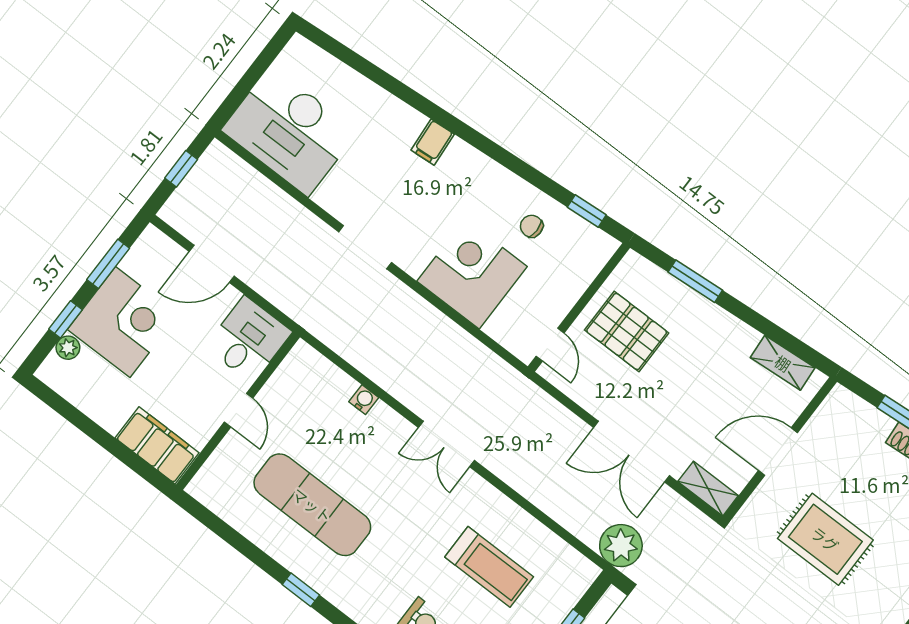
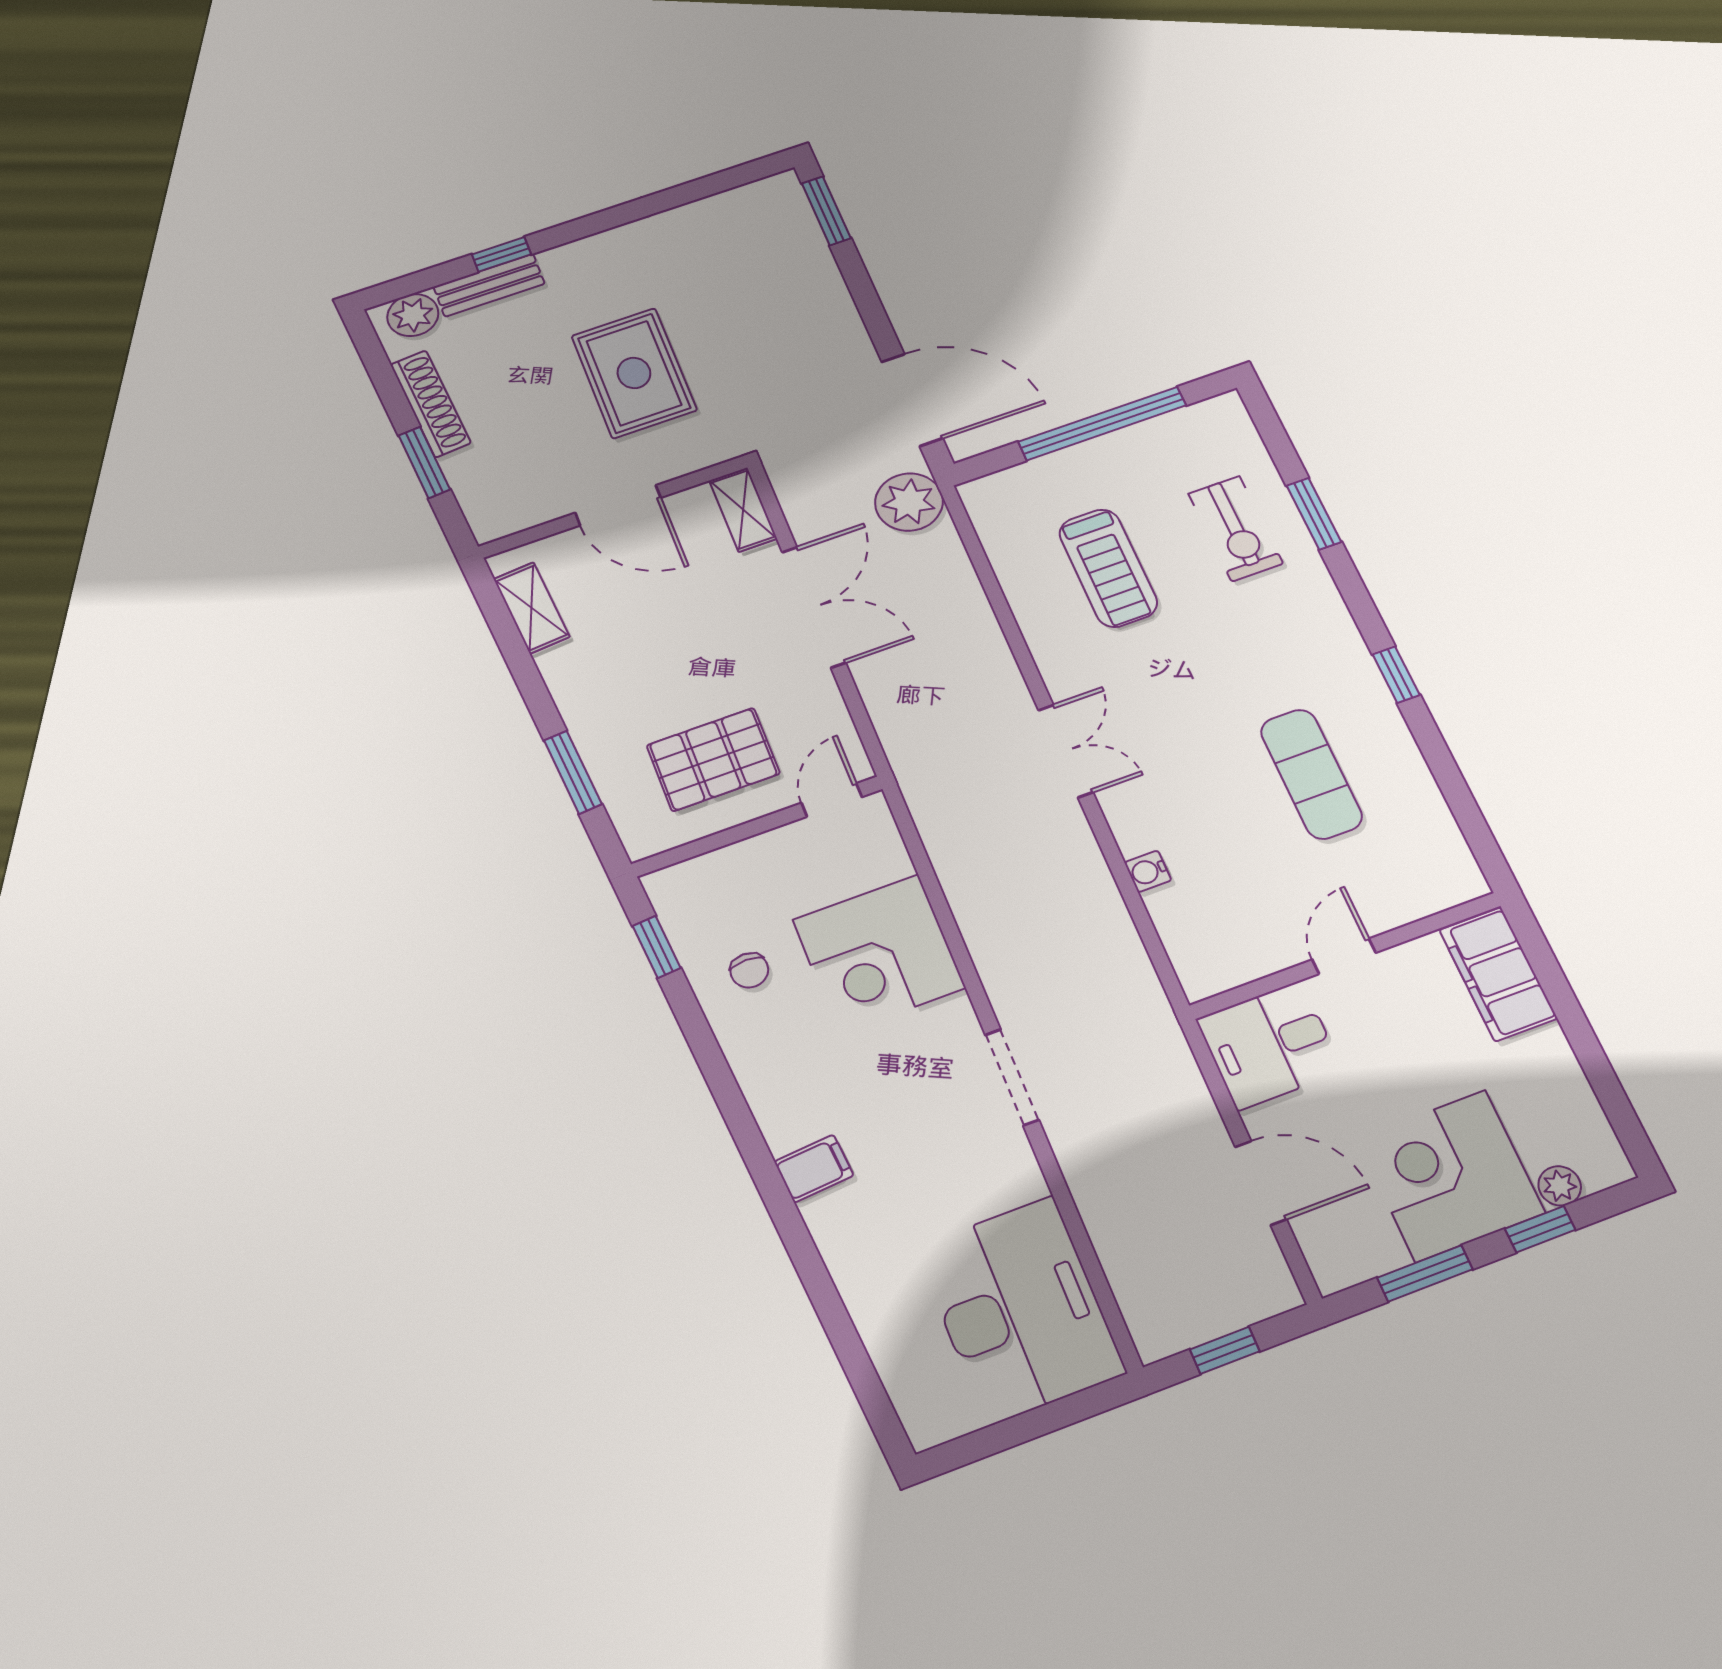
pallet: (627, 331) -> (713, 759), turned 90
exercise mat: (312, 505) -> (1311, 774), width x0.73, depth x0.69
treadmill: (489, 567) -> (1108, 568), turned 180

